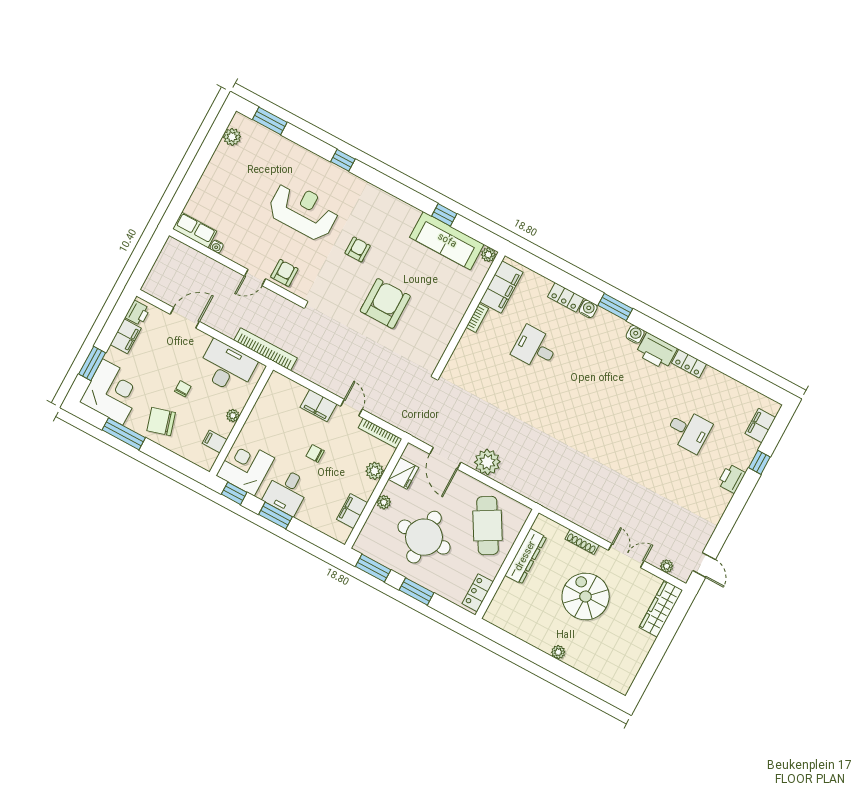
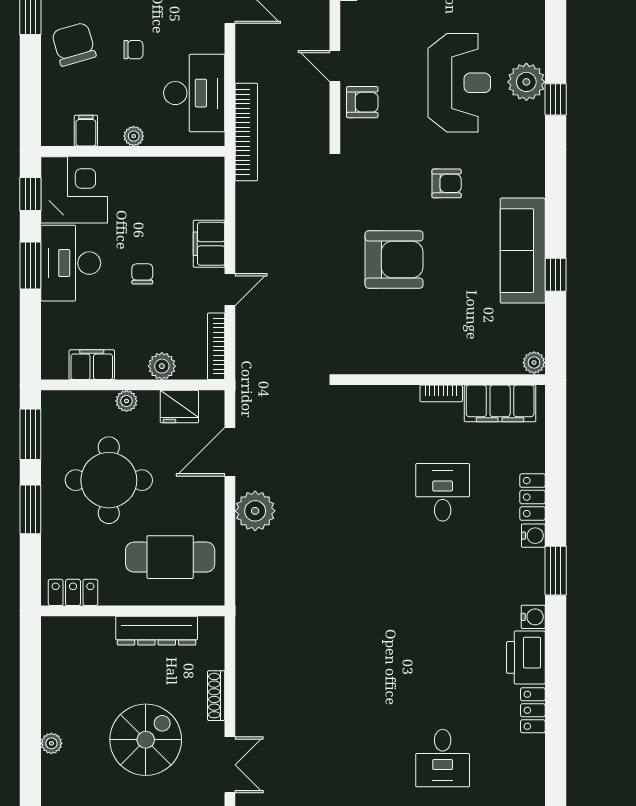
plant: (324, 172) -> (526, 82), added
sofa: (447, 241) -> (523, 251), moved
desk: (287, 491) -> (71, 263), width x1.37
cafe table: (488, 526) -> (170, 557), turned 30

